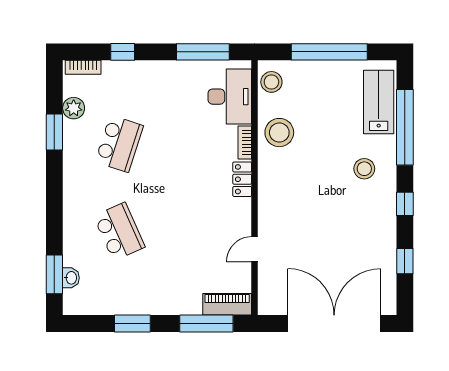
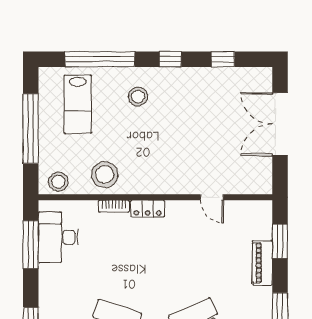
desk: (230, 97) -> (58, 237), moved, turned -90
lab bench: (379, 102) -> (78, 104), moved, turned -90
piano: (227, 304) -> (262, 263), moved
window: (206, 324) -> (280, 241), width x0.69
double door: (334, 324) -> (280, 124), width x0.73

